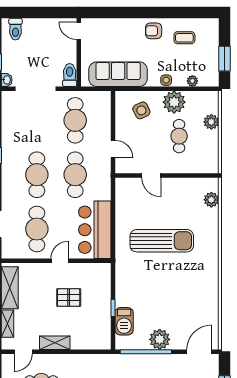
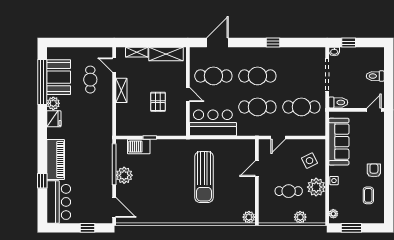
toilet: (15, 29) -> (375, 76), moved
plant: (192, 81) -> (333, 214), moved
plant: (211, 200) -> (249, 217), moved

